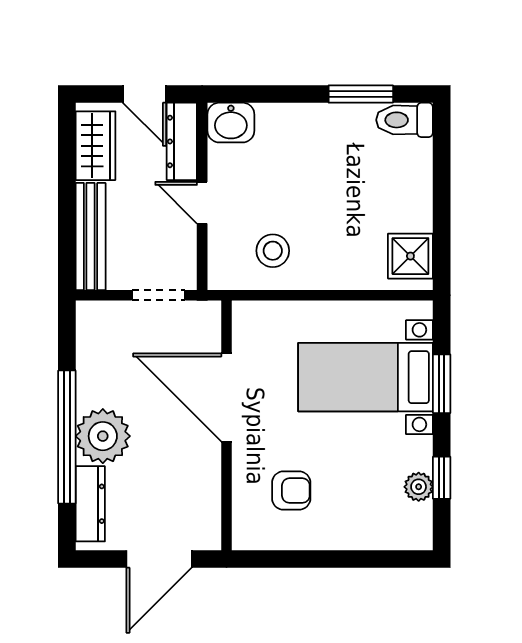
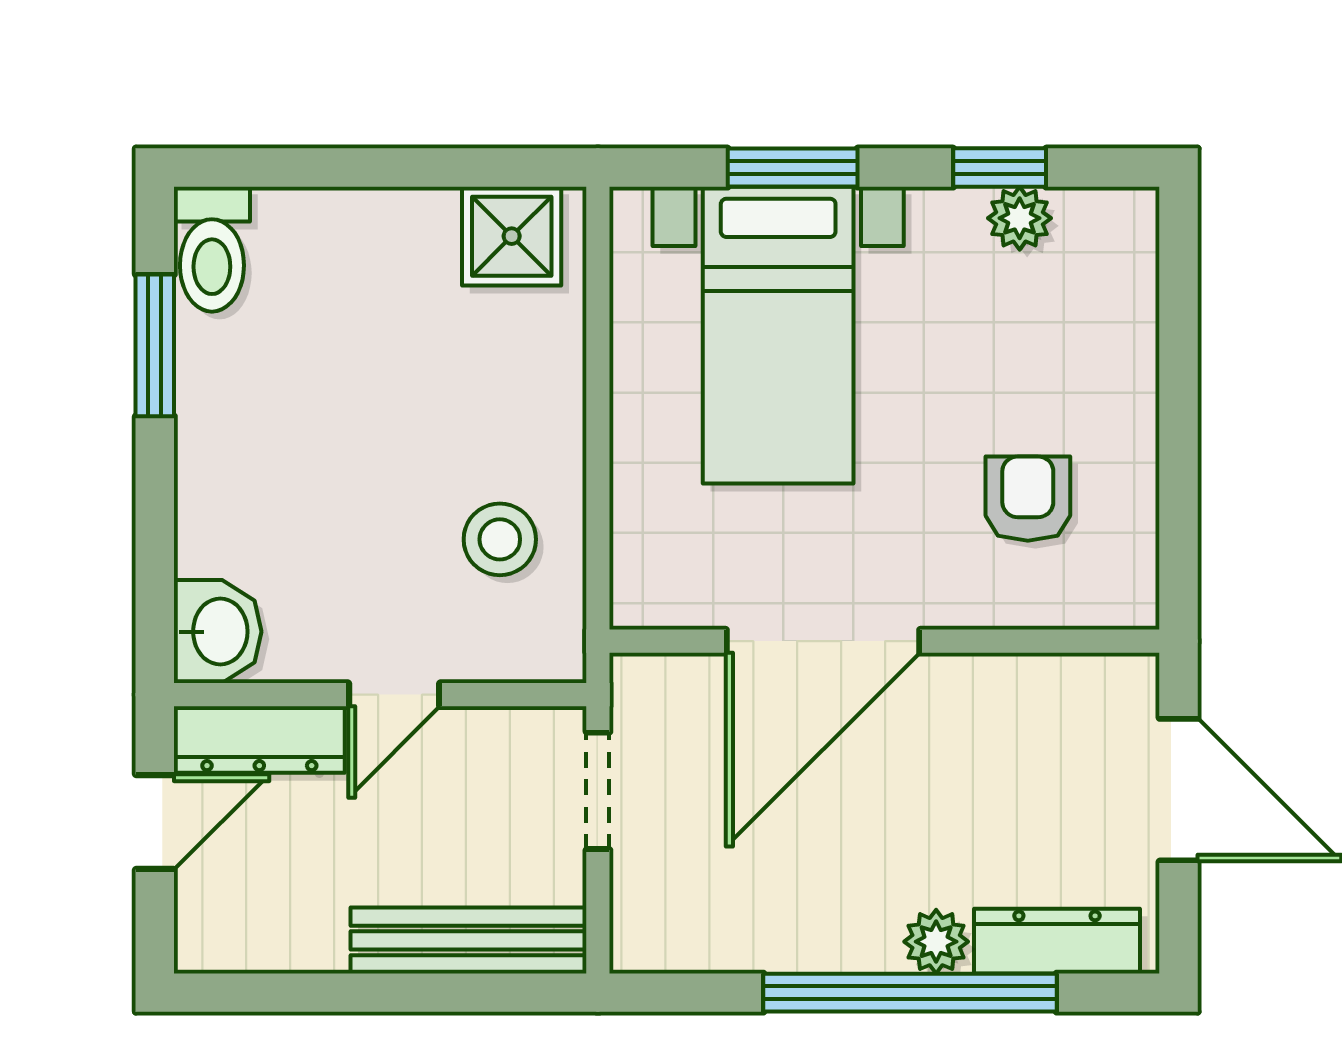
wardrobe: (95, 146) -> (269, 930), removed
plant: (103, 436) -> (936, 942), width x0.53, depth x0.53

